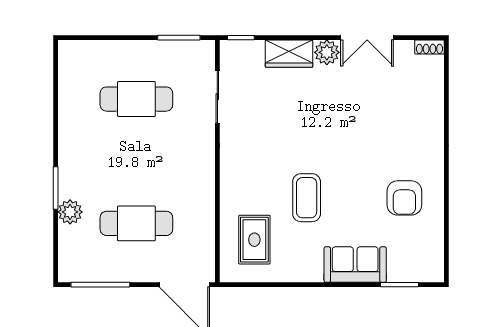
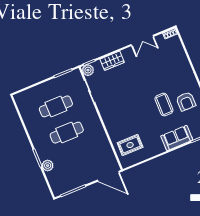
plant: (327, 52) -> (88, 70), moved
coffee table: (307, 198) -> (164, 105), moved
cafe table: (136, 223) -> (67, 133), moved
rug: (254, 240) -> (130, 145), turned 90

